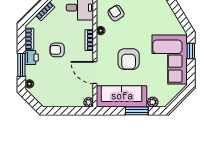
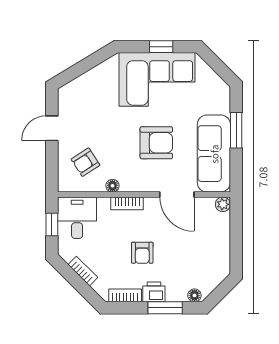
window: (191, 51) -> (161, 47), moved
door: (95, 72) -> (177, 195), hinge flipped
plant: (153, 102) -> (222, 105), removed

